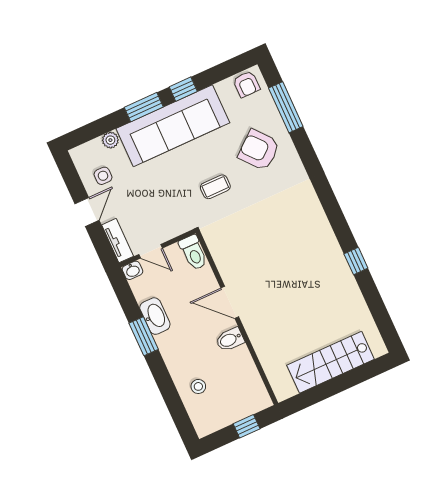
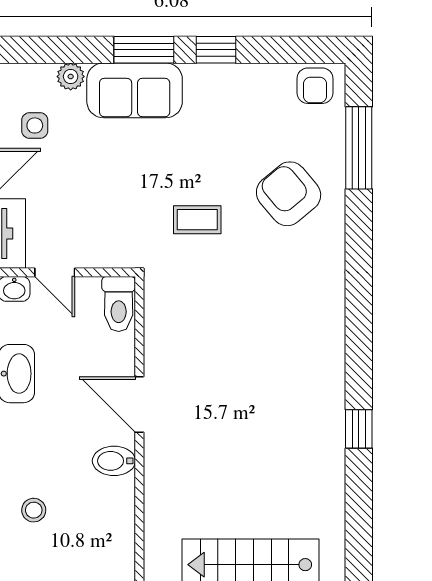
sofa: (173, 126) -> (135, 90), width x0.54, depth x0.79

